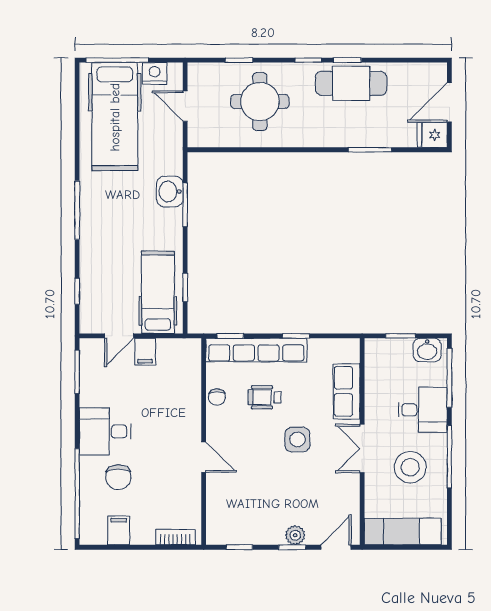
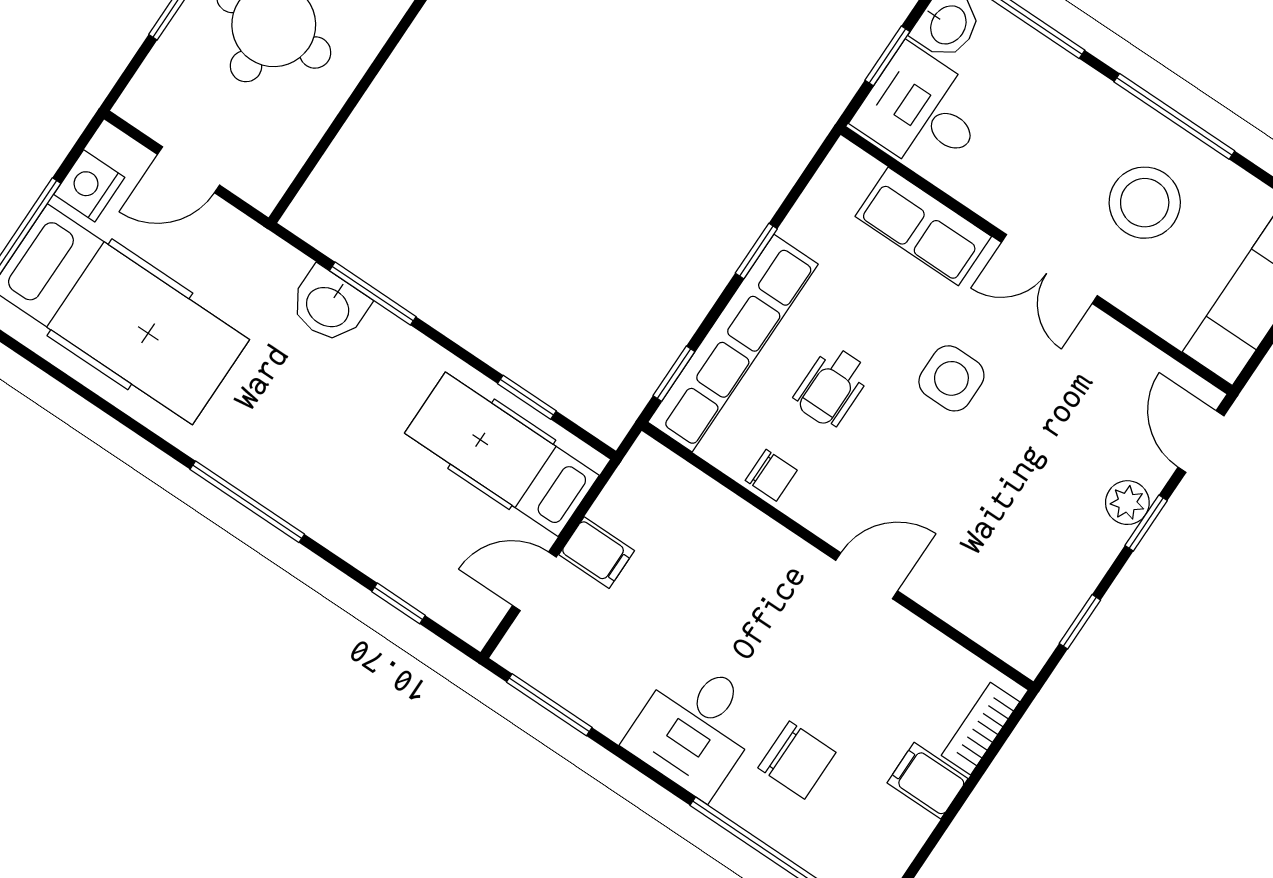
door: (119, 336) -> (534, 581), swing flipped
desk: (423, 410) -> (922, 112), moved, turned -90
filing cabinet: (119, 530) -> (927, 781), moved

